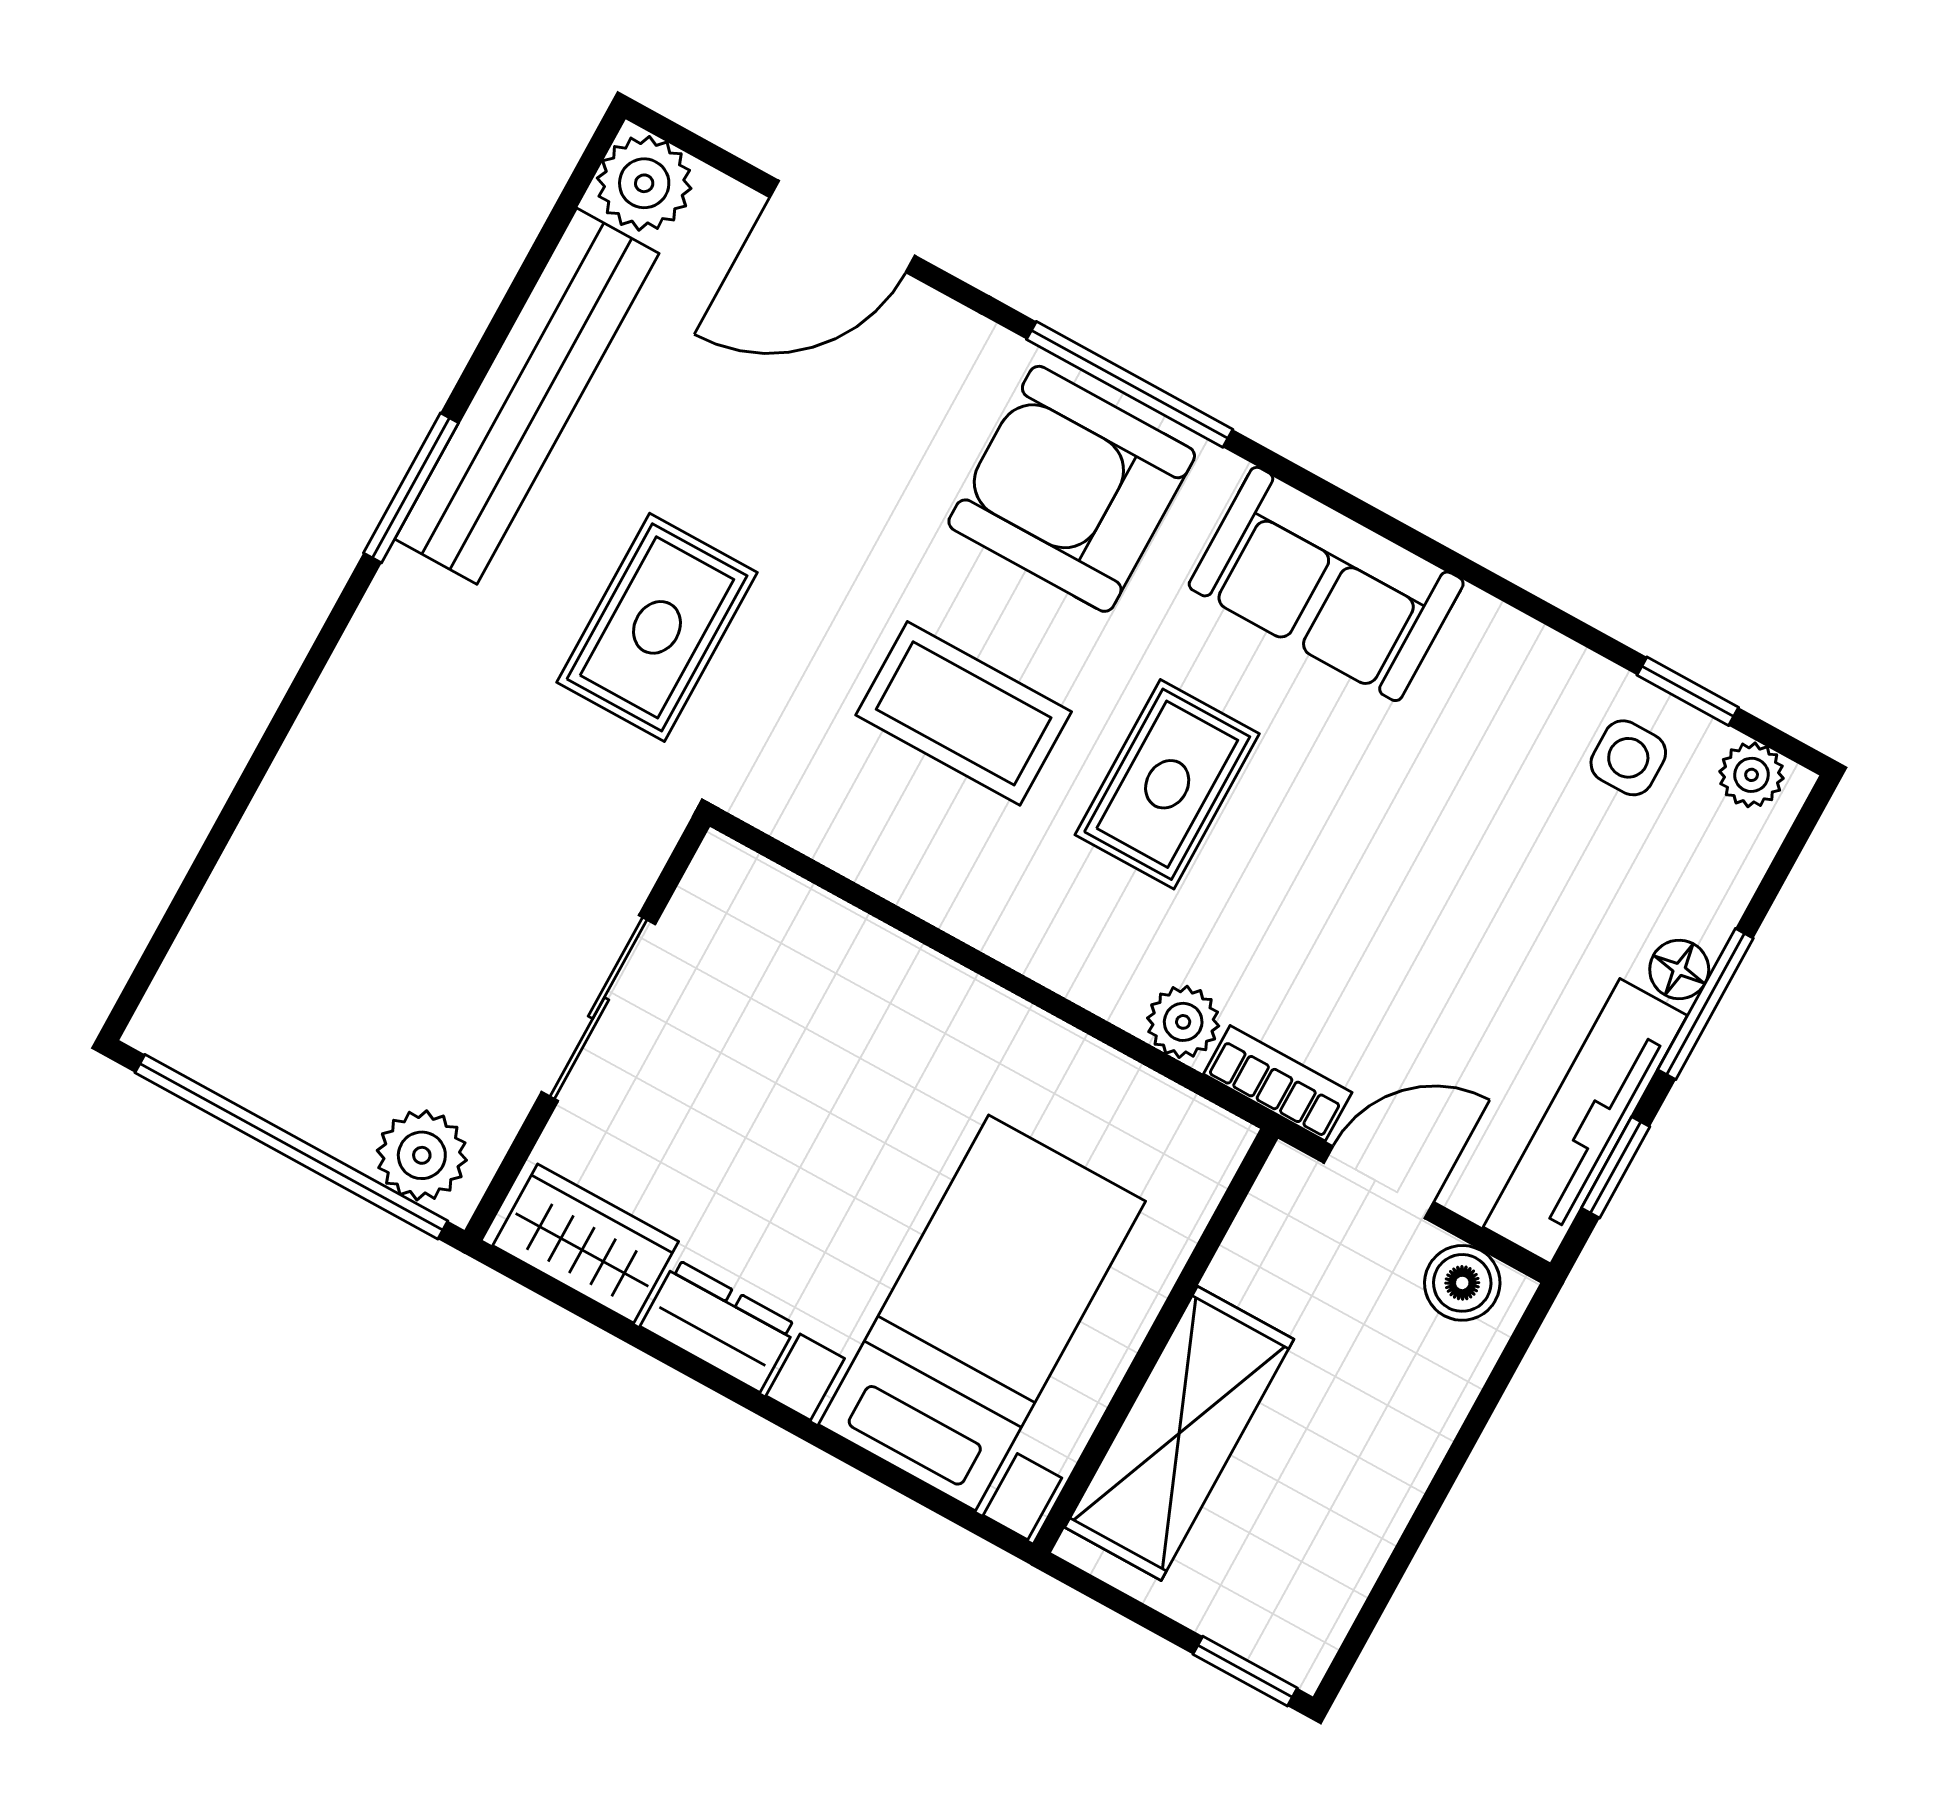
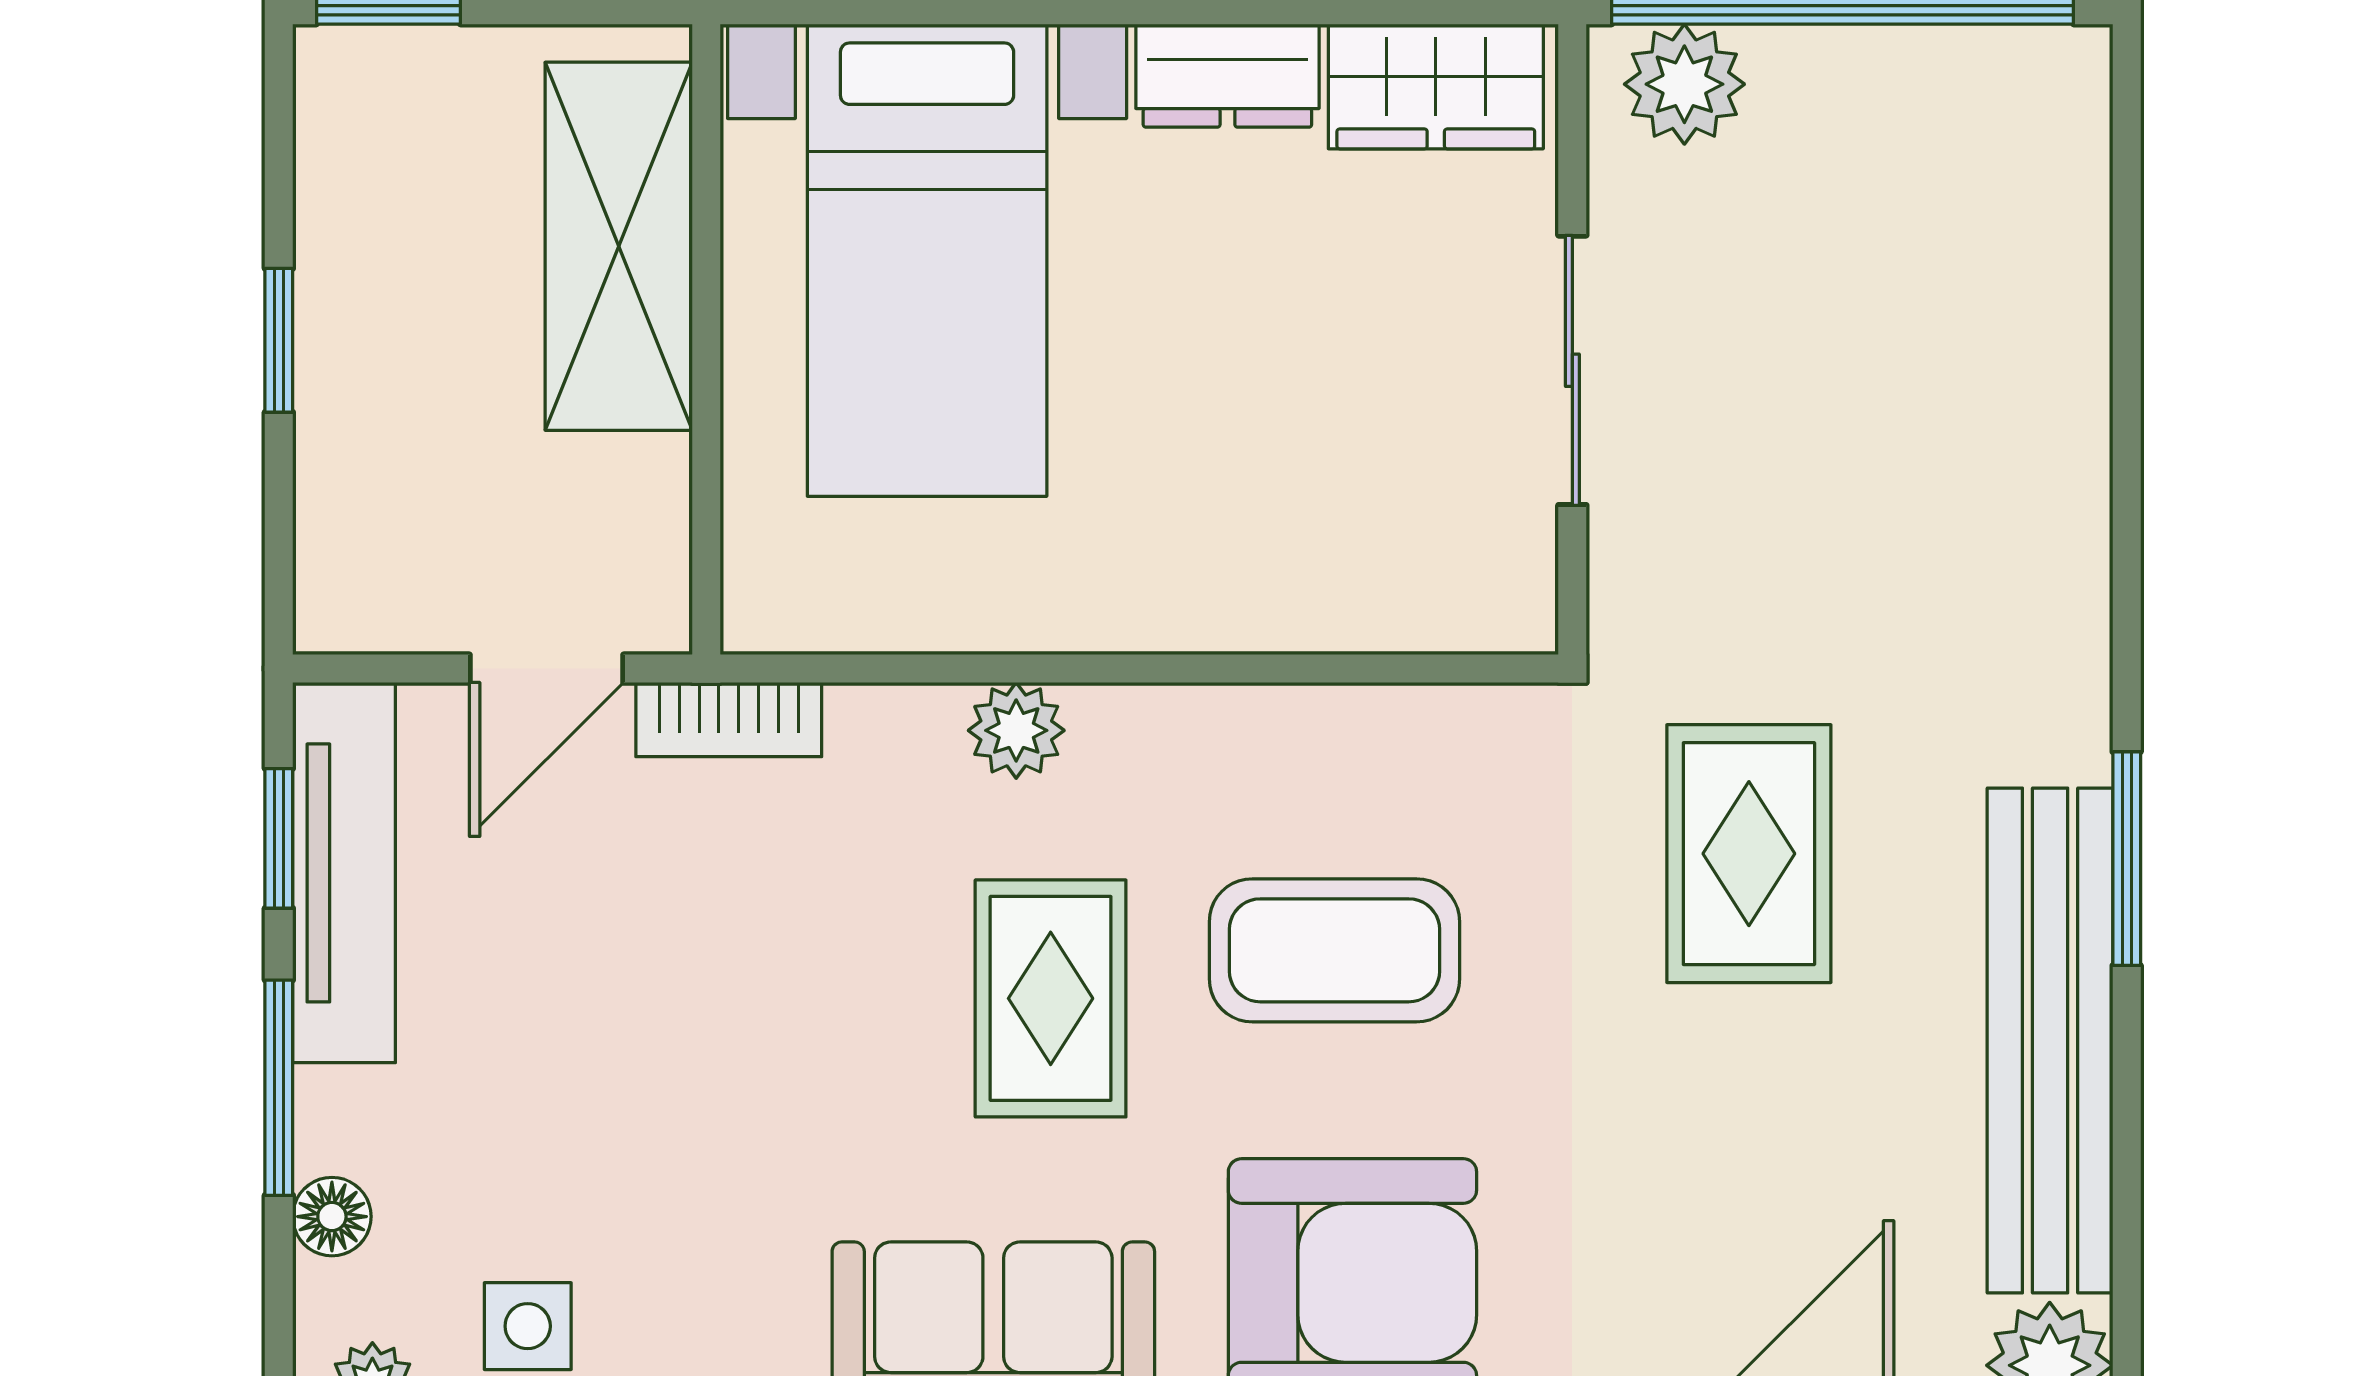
floor lamp: (1679, 969) -> (332, 1217), moved
plant: (1183, 1022) -> (1016, 730), moved
boiler: (1462, 1283) -> (384, 604), removed
window: (1436, 1494) -> (279, 340), added

